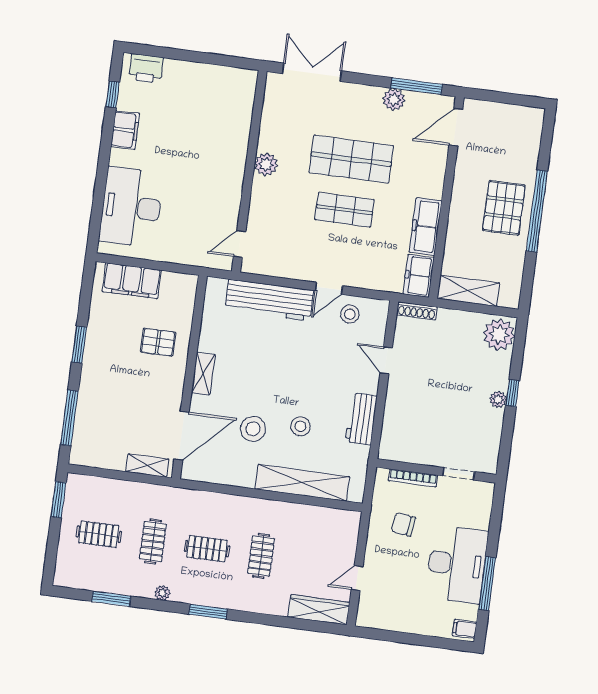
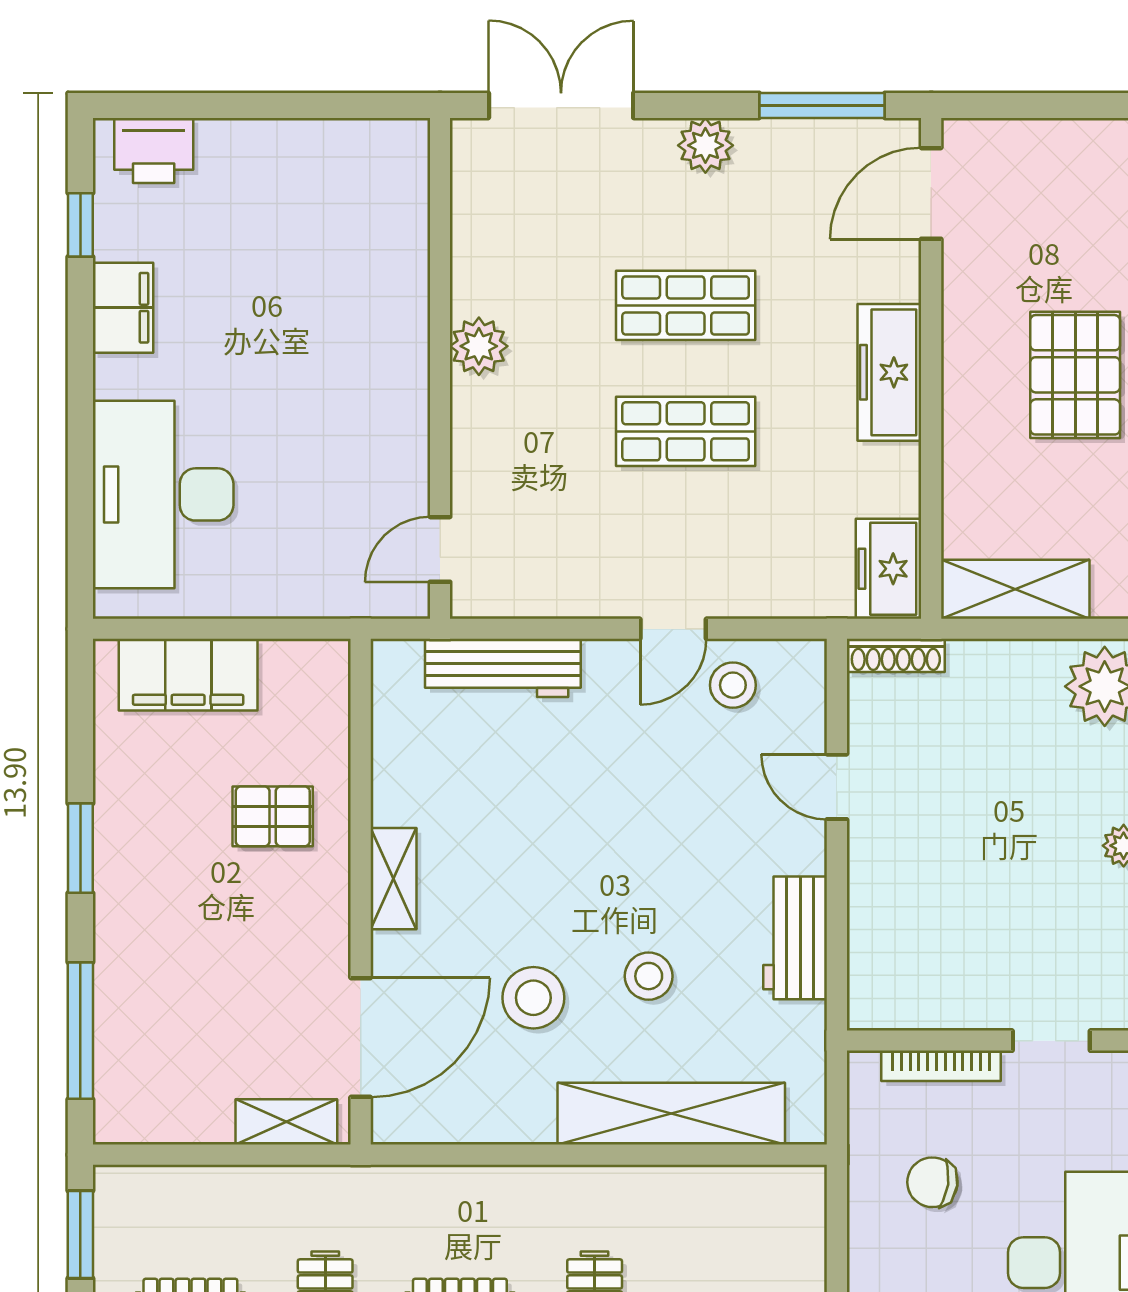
plant: (394, 99) -> (705, 145), moved
shop shelf: (351, 159) -> (686, 305), width x0.70, depth x0.74
freezer: (426, 227) -> (889, 372), moved
workbench: (269, 300) -> (503, 668), width x0.73, depth x0.76

